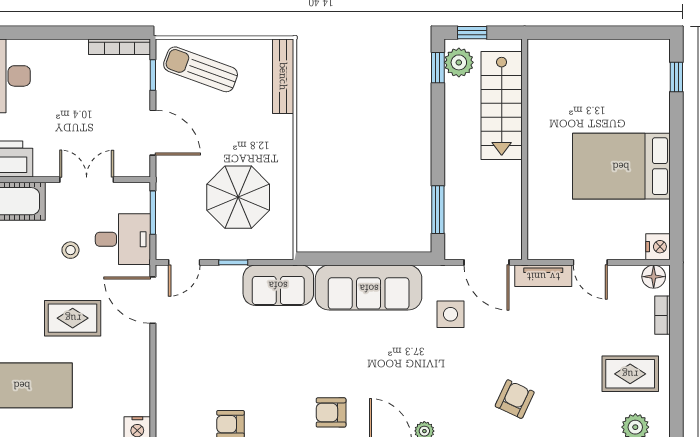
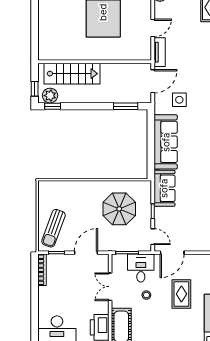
bench: (283, 76) -> (57, 186), removed

